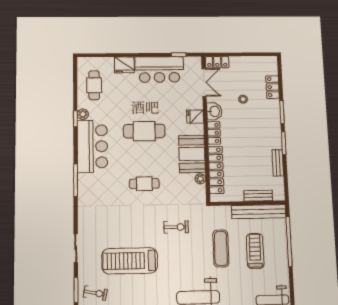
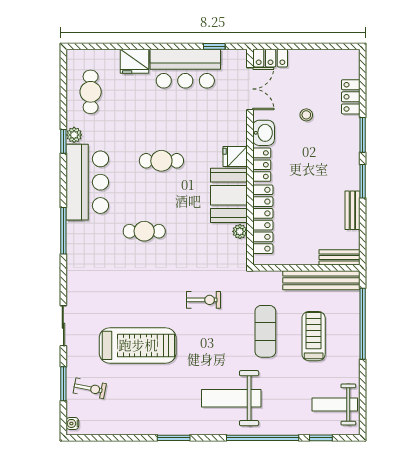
fridge: (195, 117) -> (235, 156), moved
cafe table: (144, 131) -> (161, 161), width x0.73, depth x0.74
cafe table: (144, 184) -> (144, 231), moved
bench: (258, 196) -> (340, 257), moved
treadmill: (130, 261) -> (138, 345), turned 180

